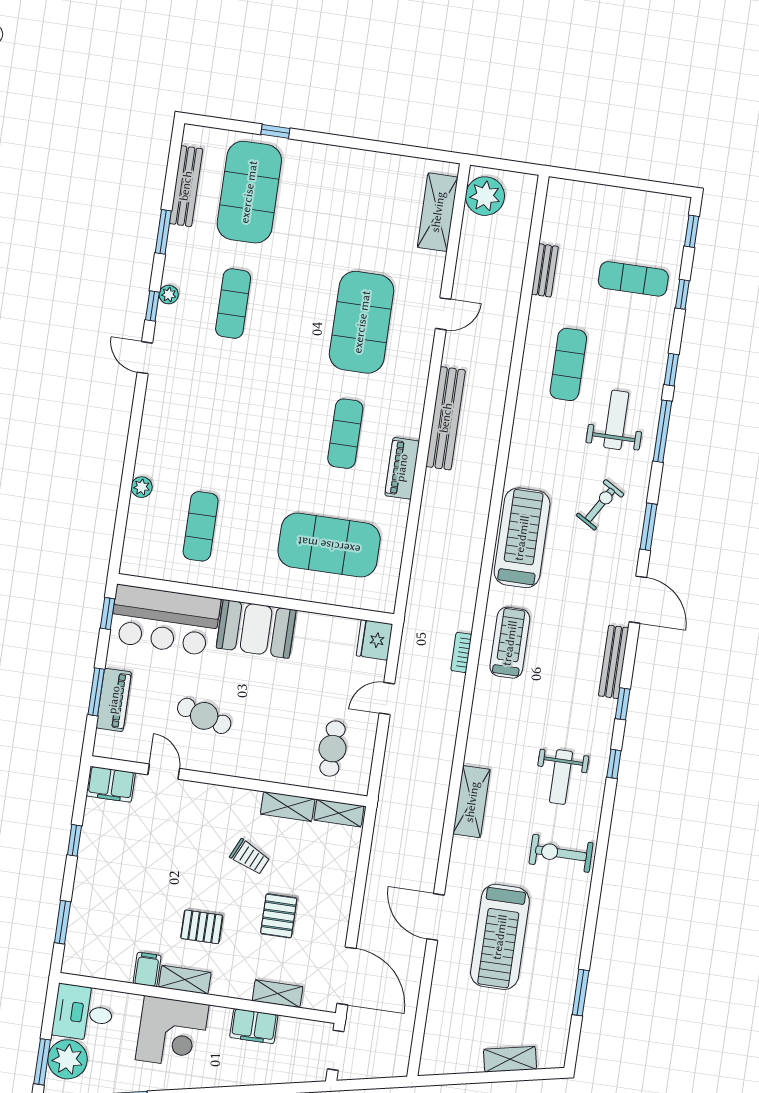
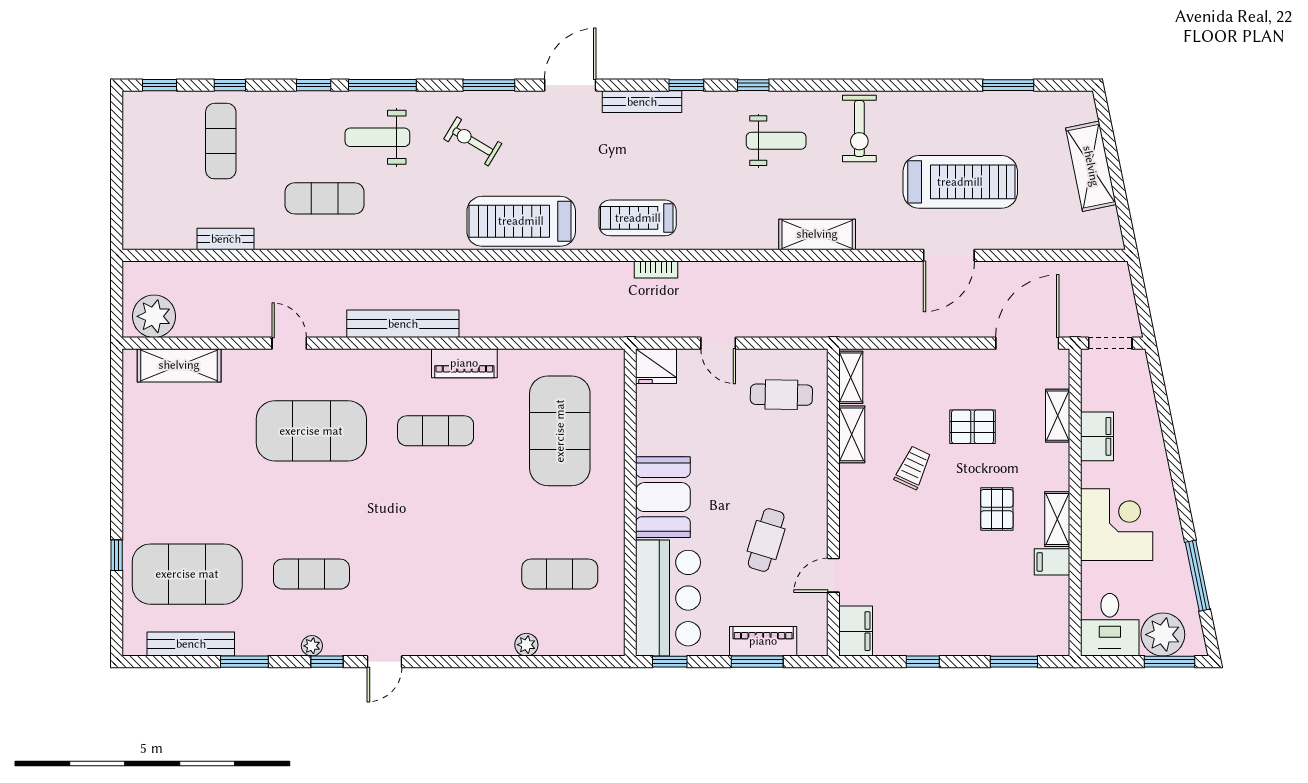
shelving: (510, 1059) -> (1091, 166), width x1.50, depth x1.33

